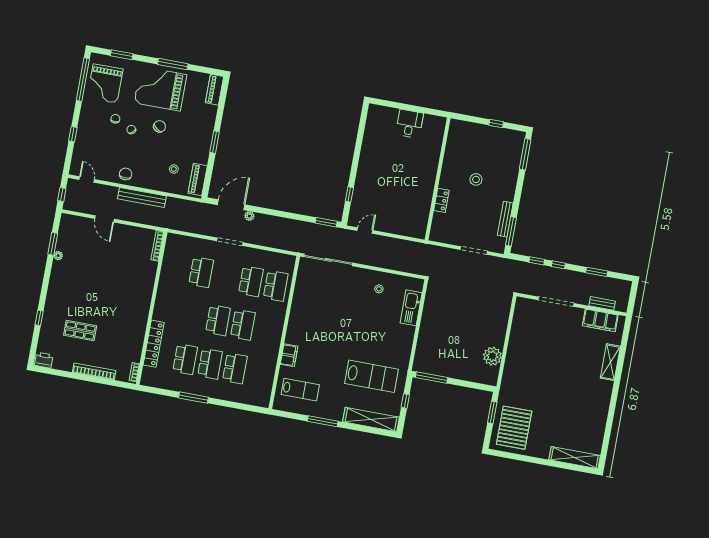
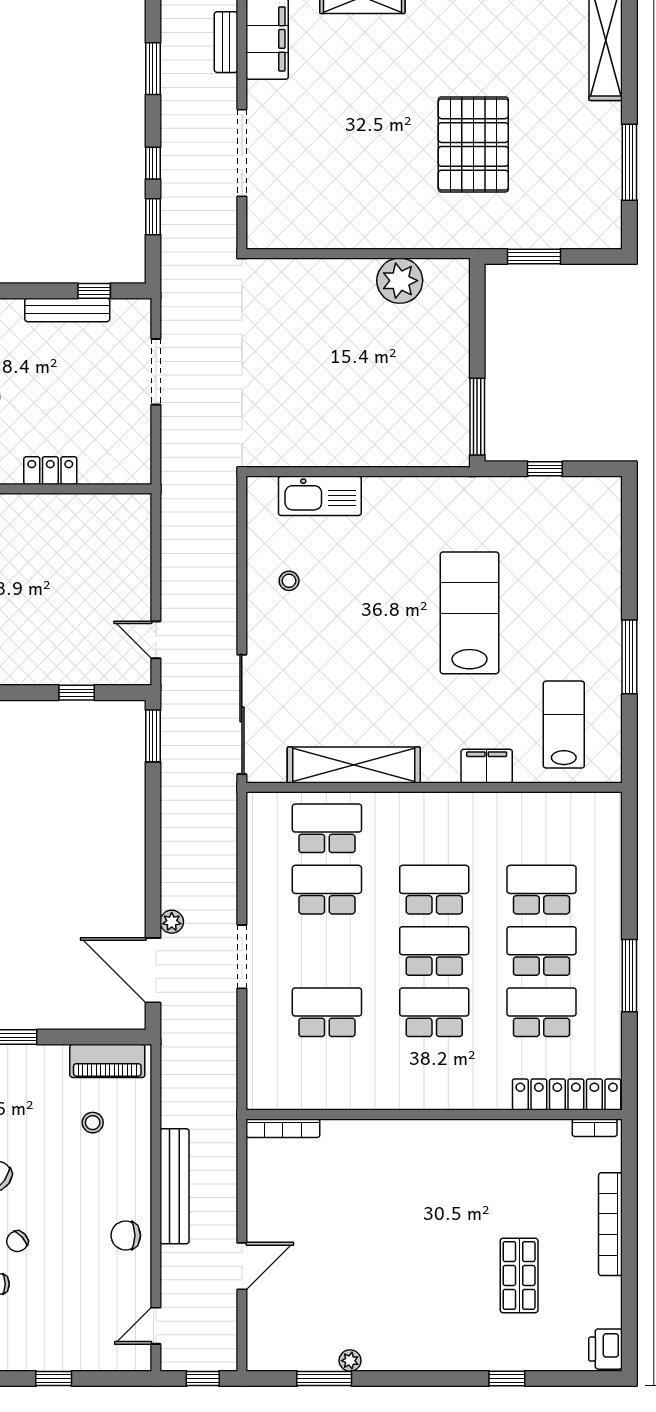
window: (511, 231) -> (94, 291), width x0.46
school desk: (193, 316) -> (434, 1012), added
locker: (154, 344) -> (567, 1094), moved
lab bench: (371, 376) -> (470, 613), moved
shelving: (371, 420) -> (354, 765), moved, turned 90
pallet: (514, 428) -> (473, 144), moved, turned 90
window: (523, 458) -> (629, 162), added

